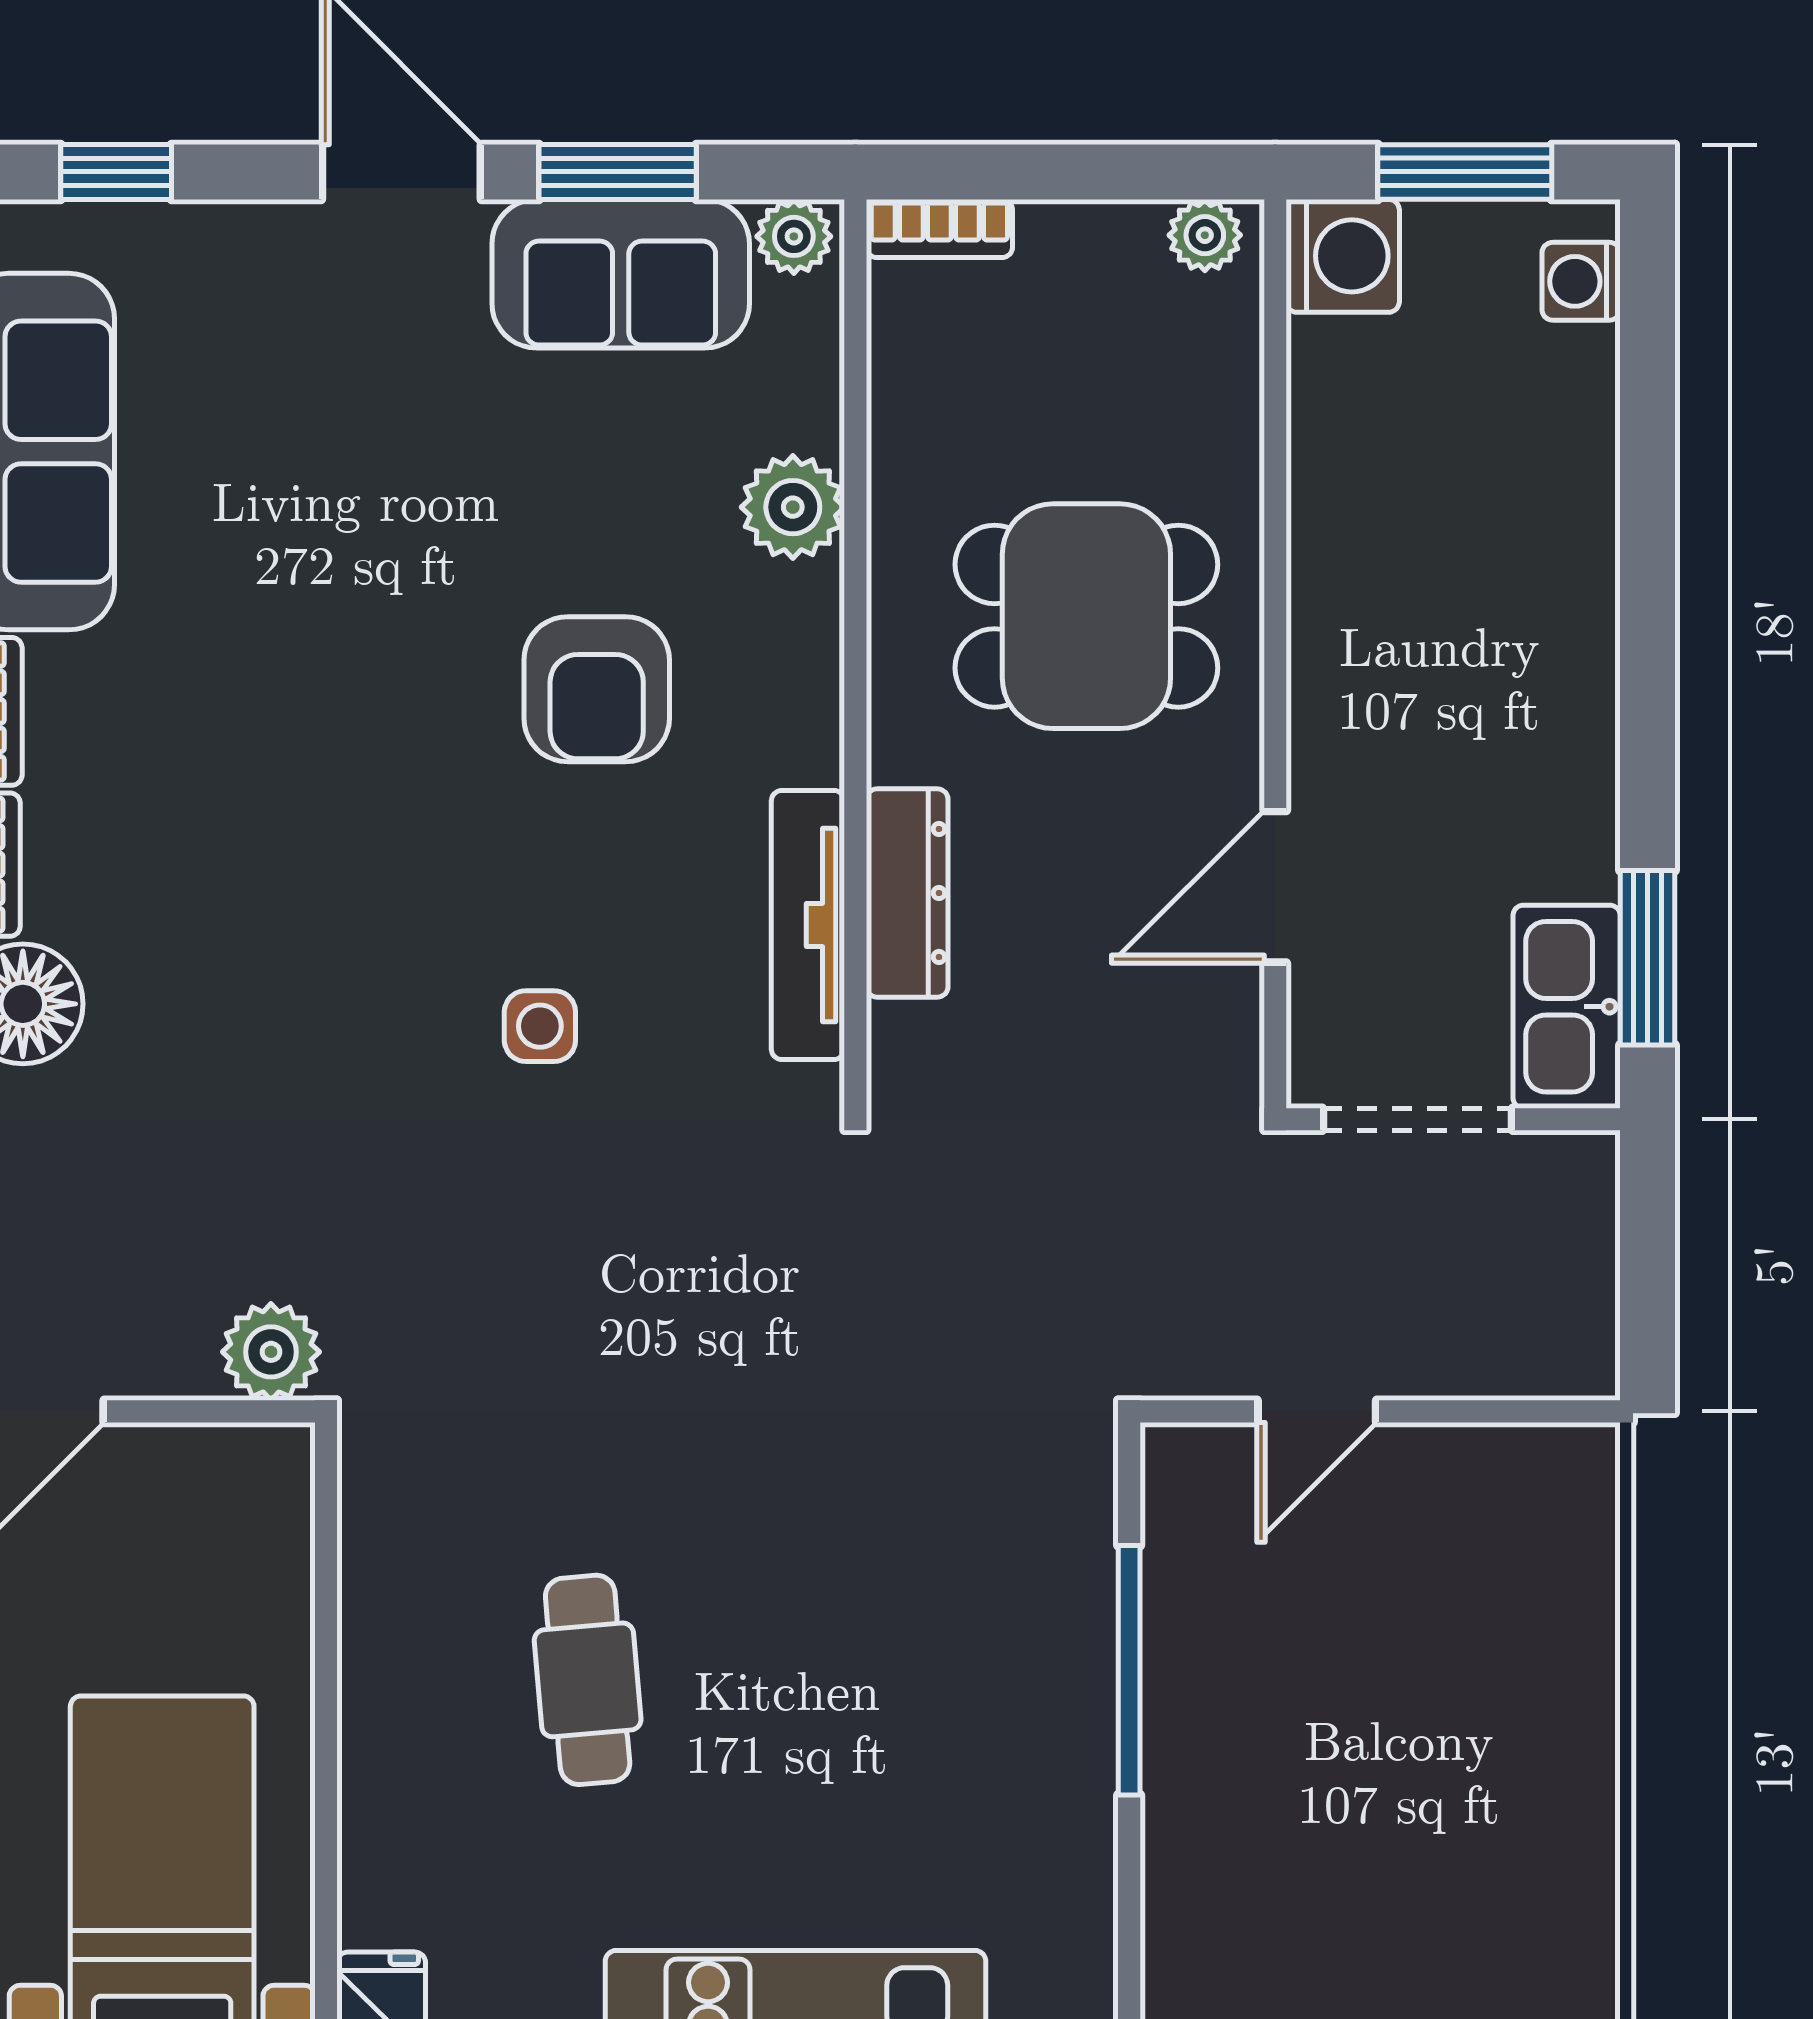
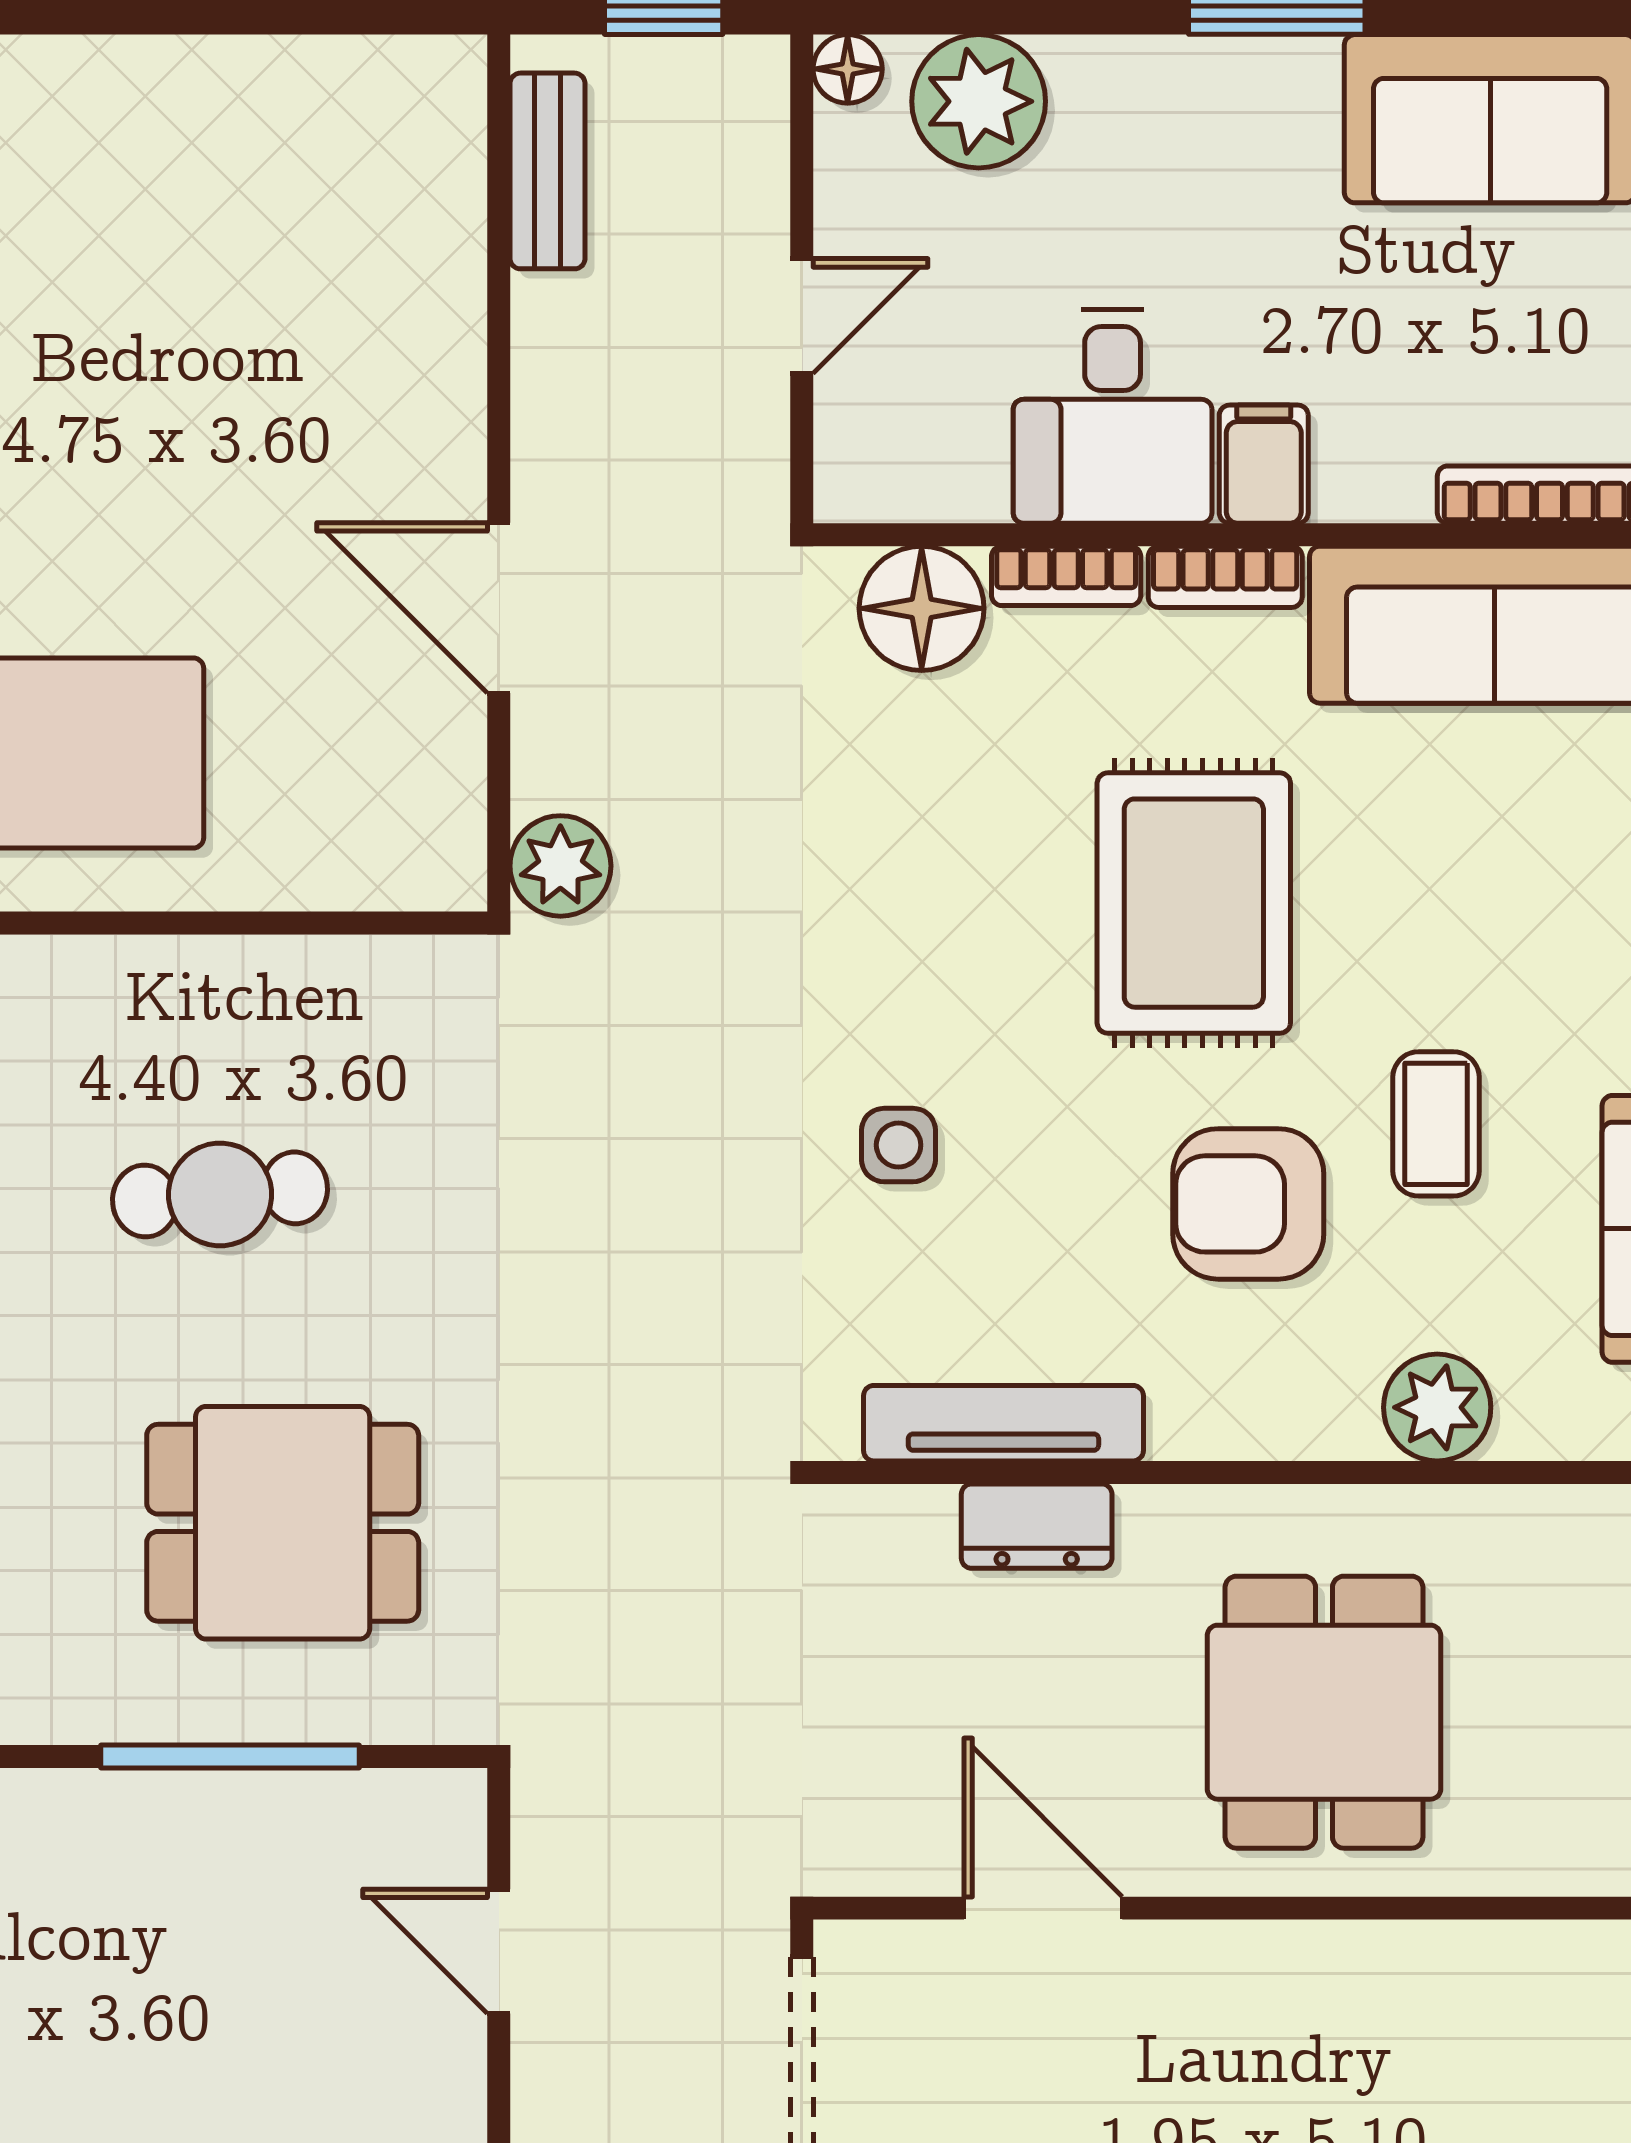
coffee table: (520, 508) -> (1436, 1124), added
rug: (307, 742) -> (1194, 903), added
dresser: (907, 893) -> (1037, 1526), width x0.70
dining table: (904, 1620) -> (283, 1523), added

